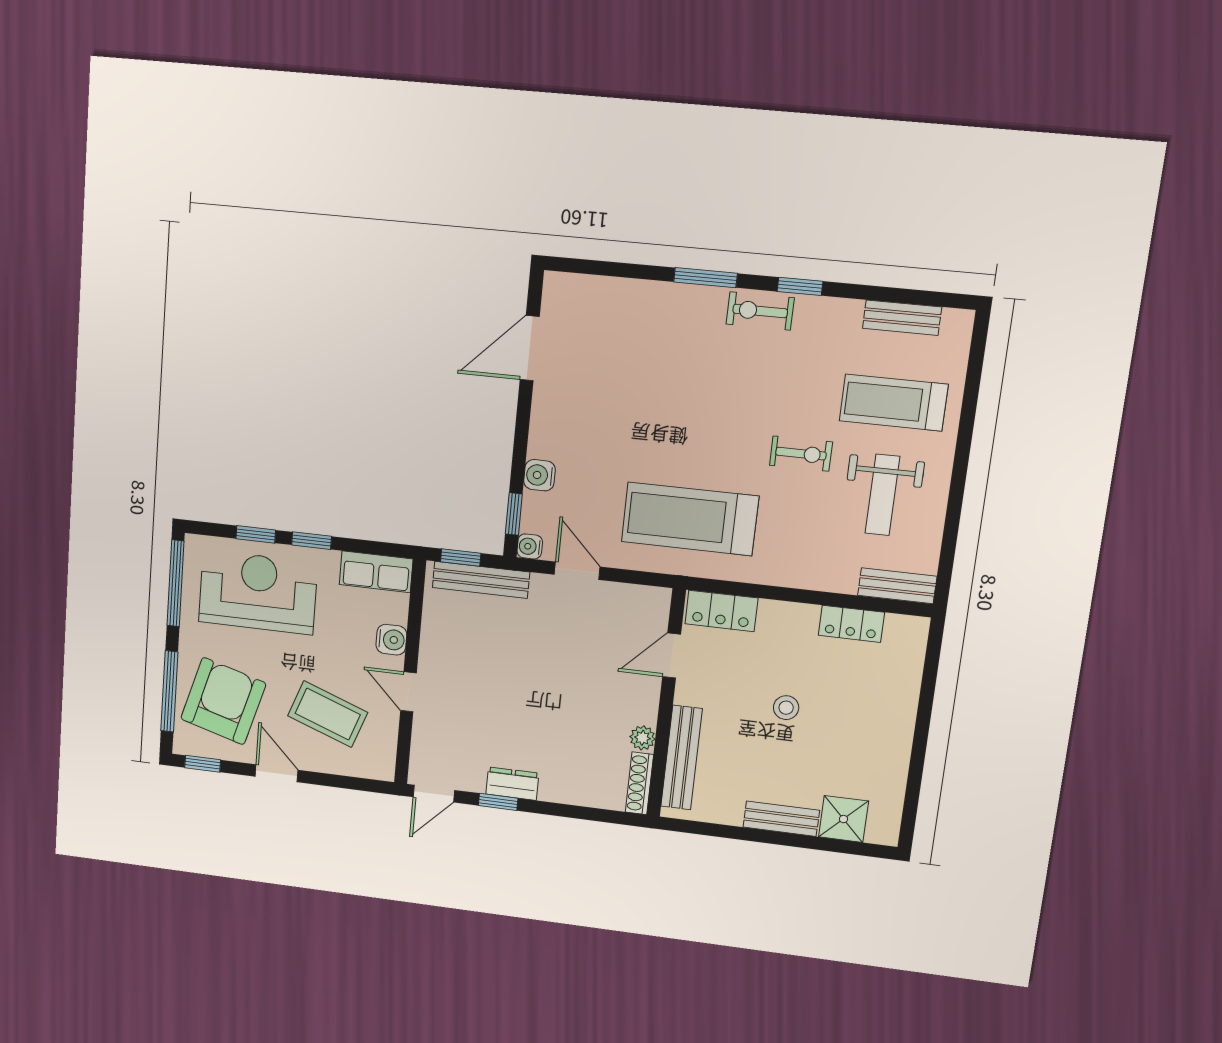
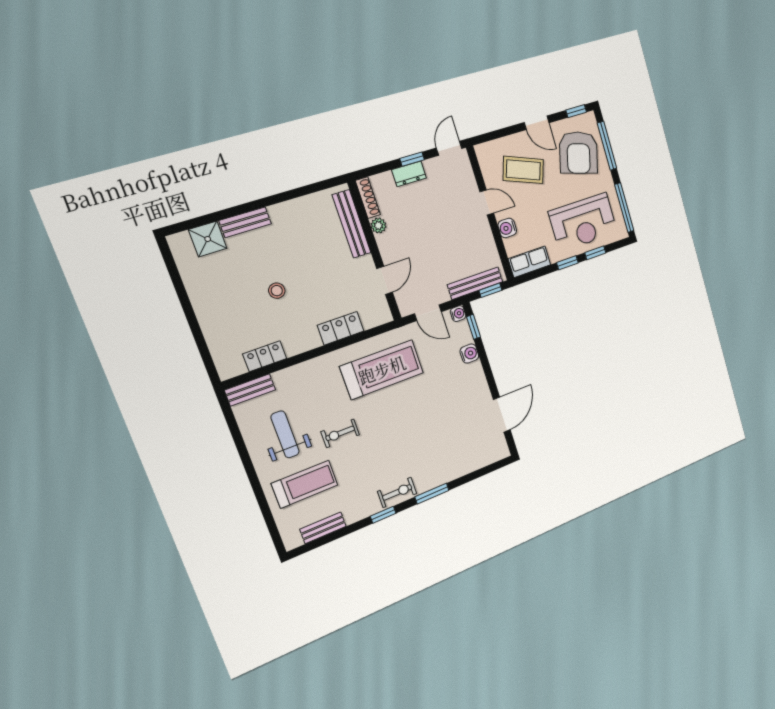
door: (672, 656) -> (385, 280), moved
wall: (666, 704) -> (375, 251), moved
plant: (642, 738) -> (378, 225), moved
bench: (682, 758) -> (352, 224), moved
shoe rack: (639, 783) -> (368, 198), moved

